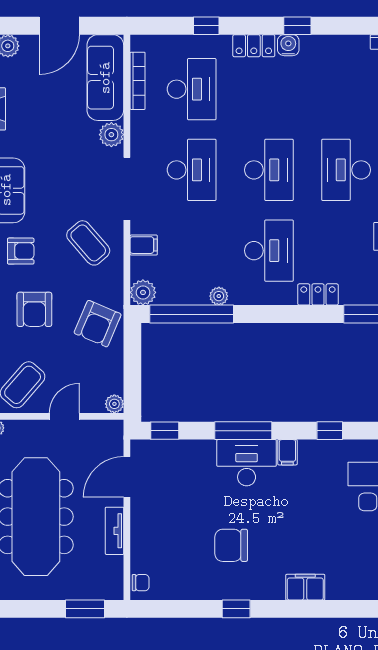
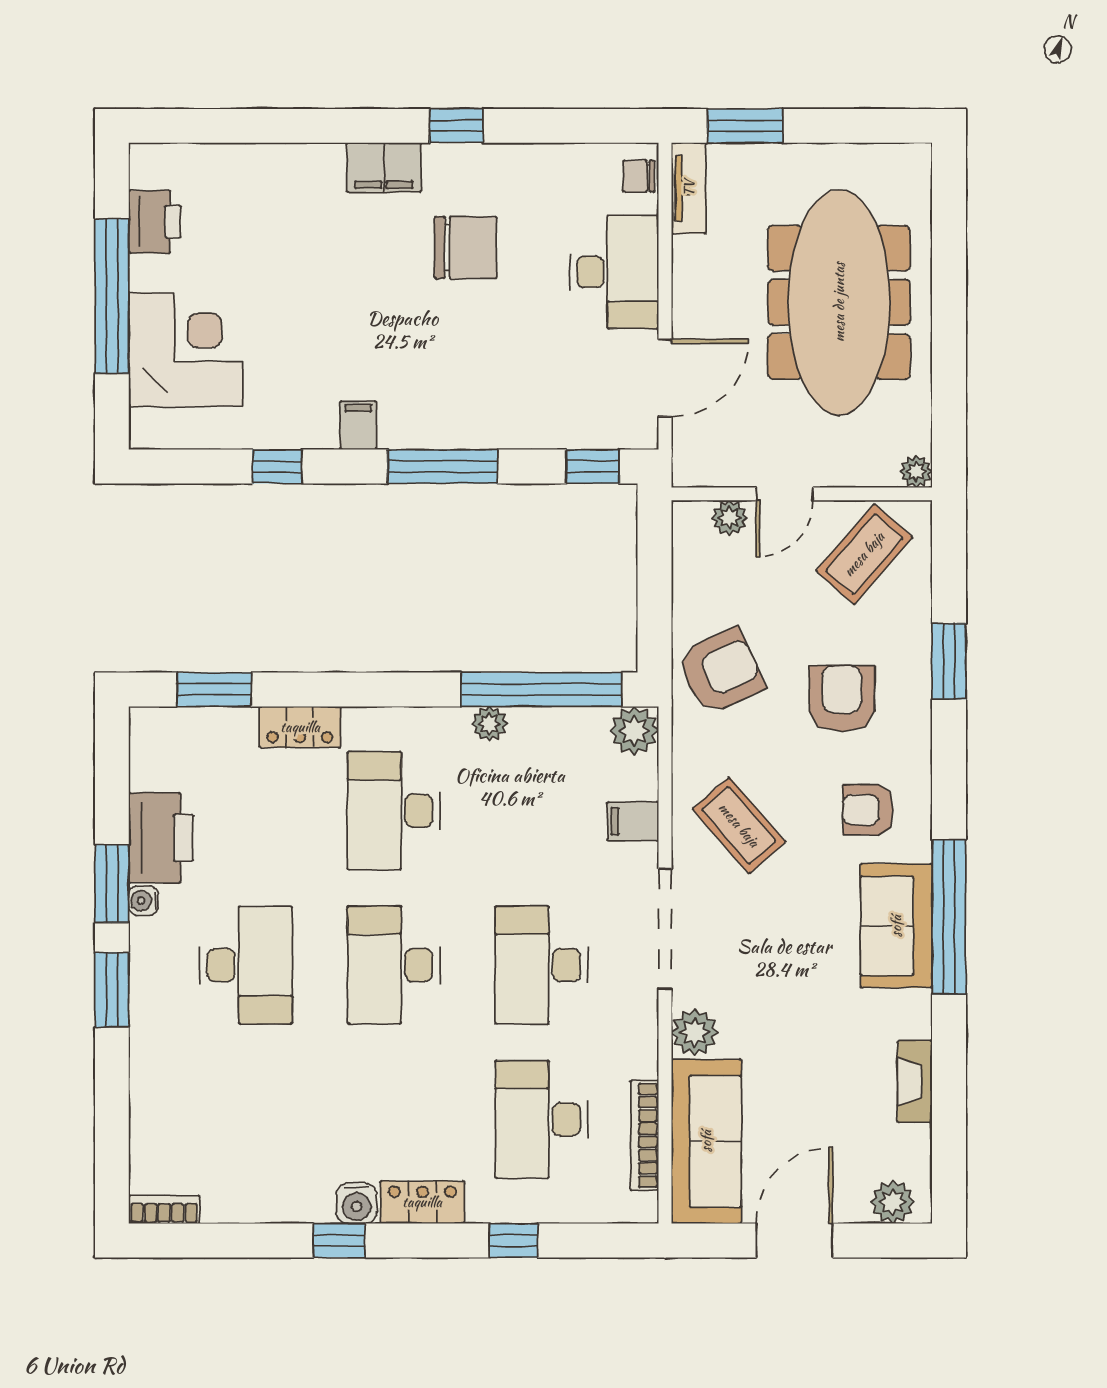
armchair: (98, 324) -> (721, 671), turned 42
plant: (114, 404) -> (730, 518), moved
desk: (247, 463) -> (614, 272), moved, turned -90
tv unit: (115, 531) -> (689, 188), moved
filing cabinet: (305, 587) -> (384, 167), moved

